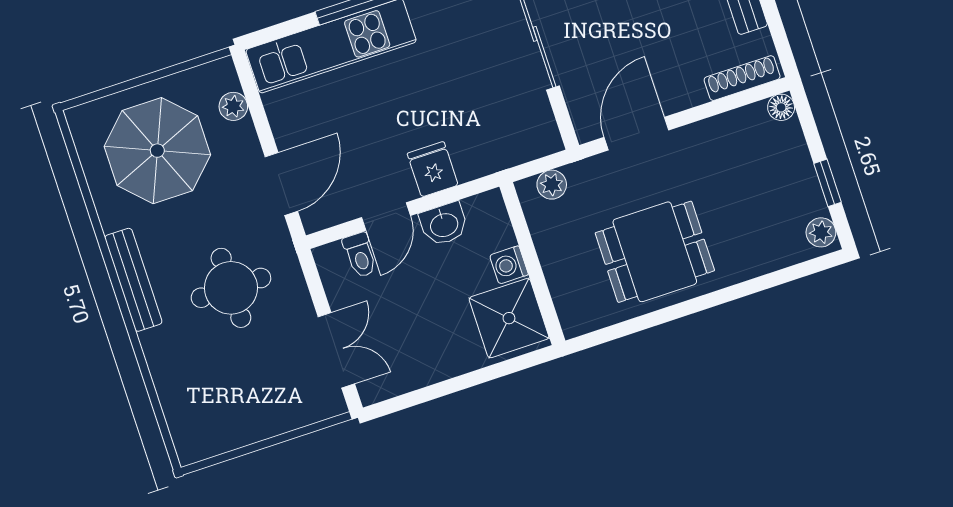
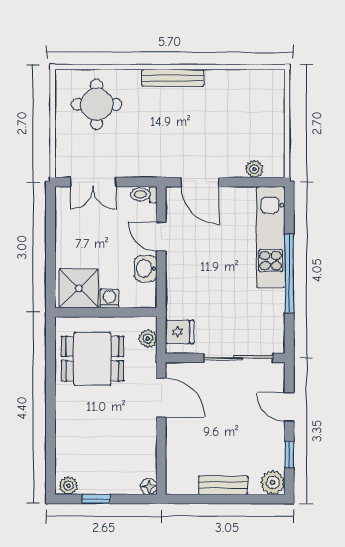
shoe rack: (742, 78) -> (173, 469), removed
parasol: (157, 151) -> (243, 117), removed
fridge: (433, 169) -> (180, 332), moved
dining table: (655, 252) -> (92, 359), moved, turned 90
toilet: (360, 255) -> (144, 194), moved
round table: (231, 288) -> (97, 104), moved

